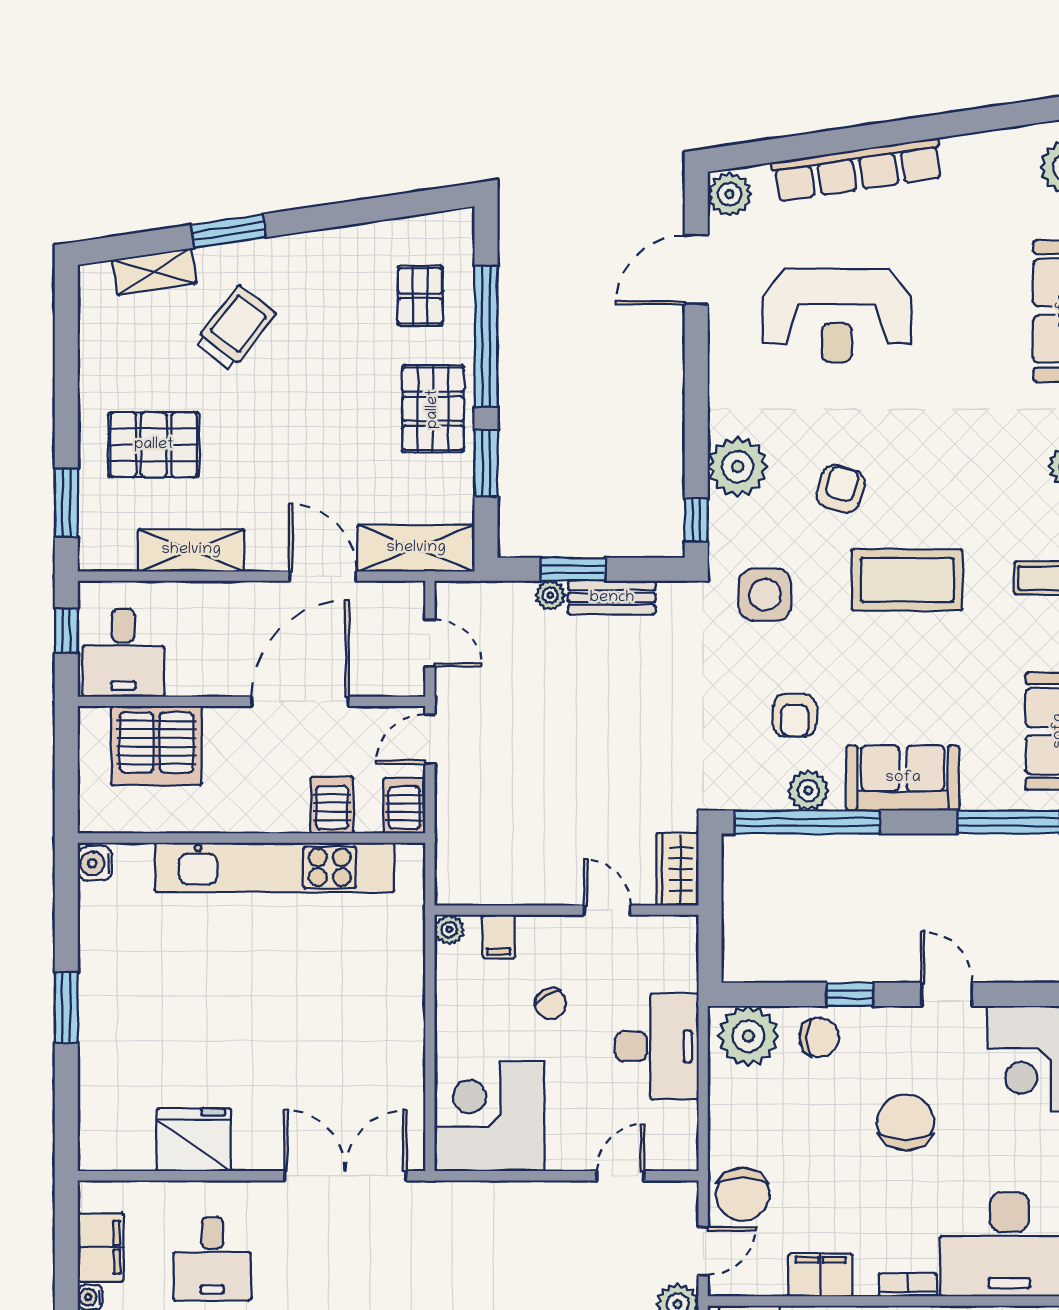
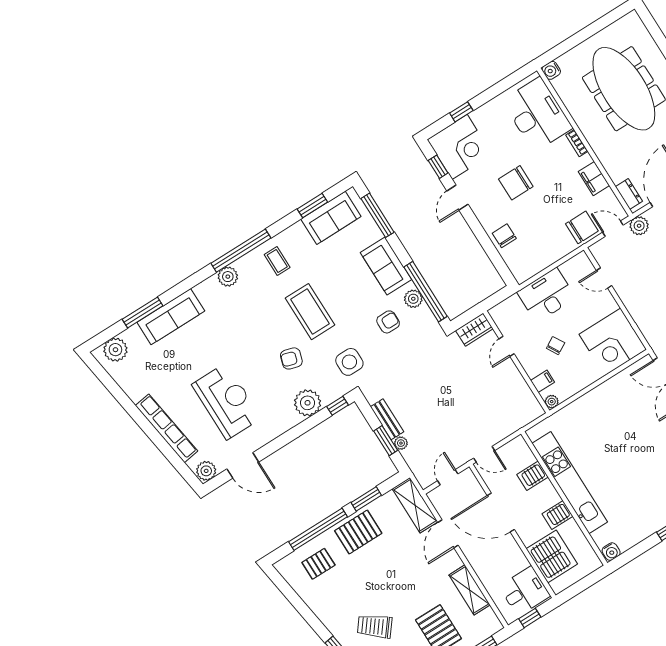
server rack: (404, 806) -> (557, 515), moved
window: (850, 994) -> (438, 167), moved
plant: (748, 1036) -> (521, 263), removed

